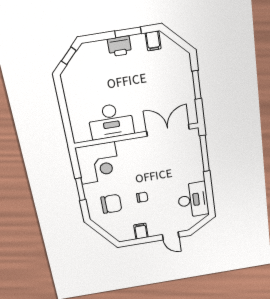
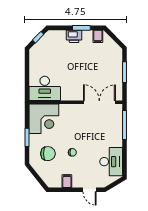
desk: (111, 121) -> (45, 88), moved

